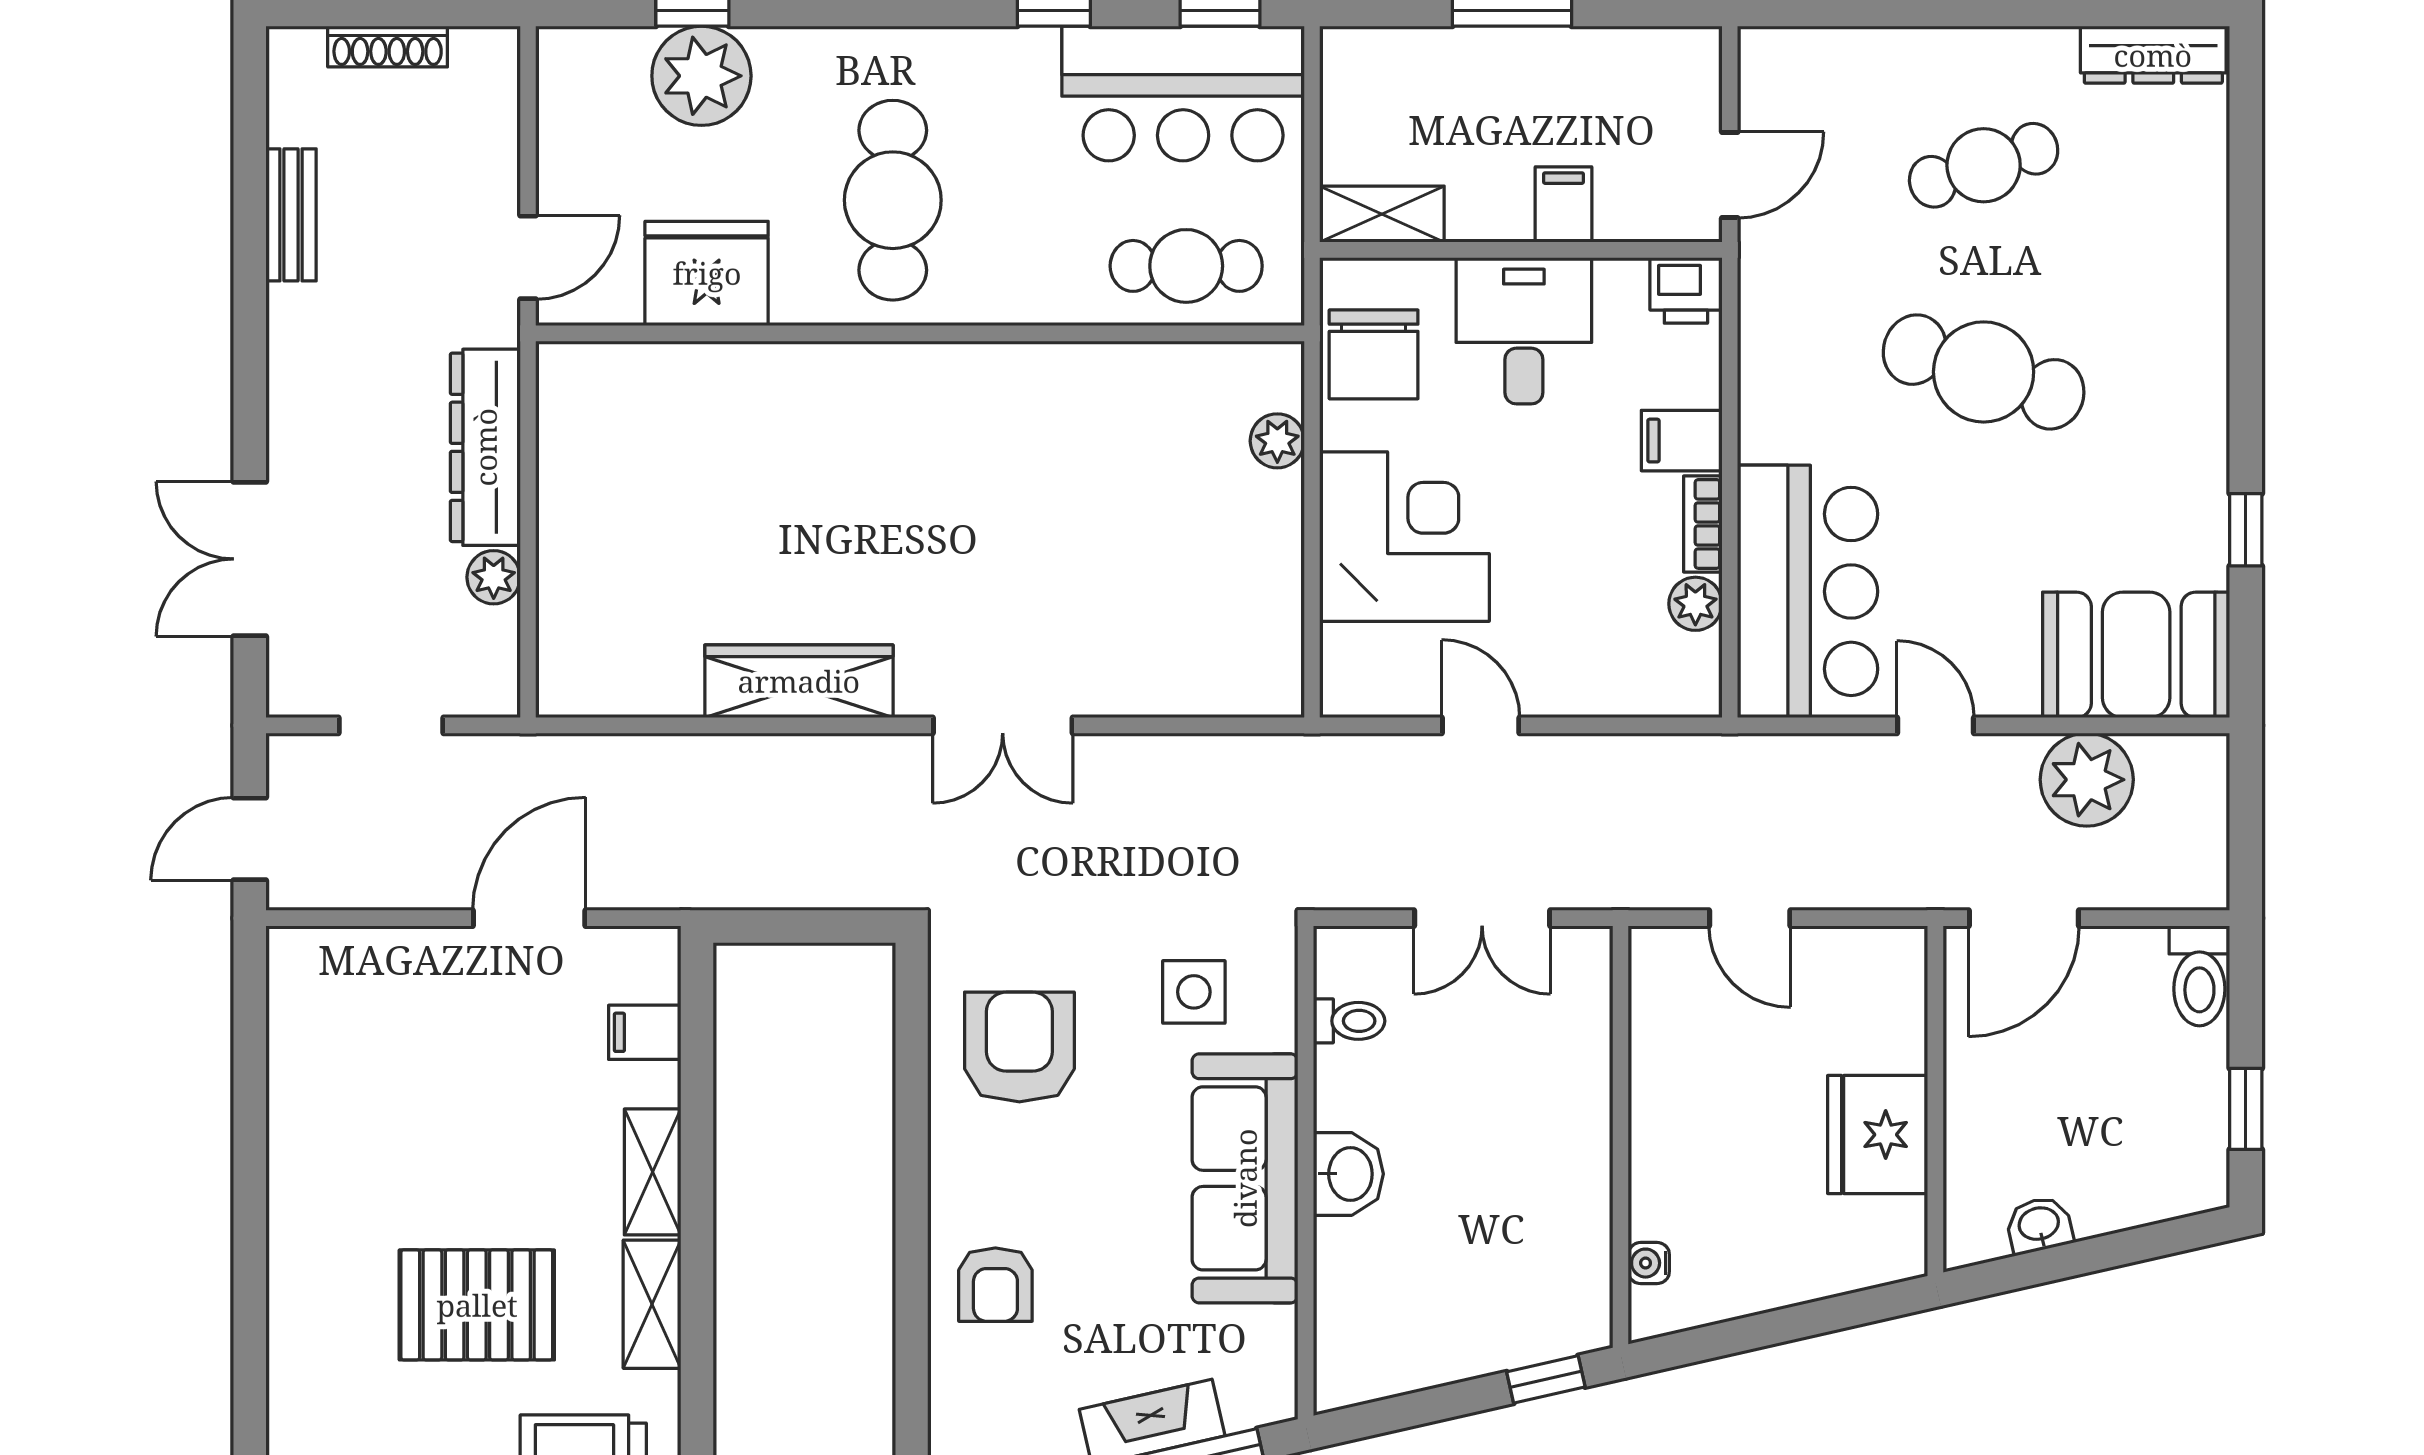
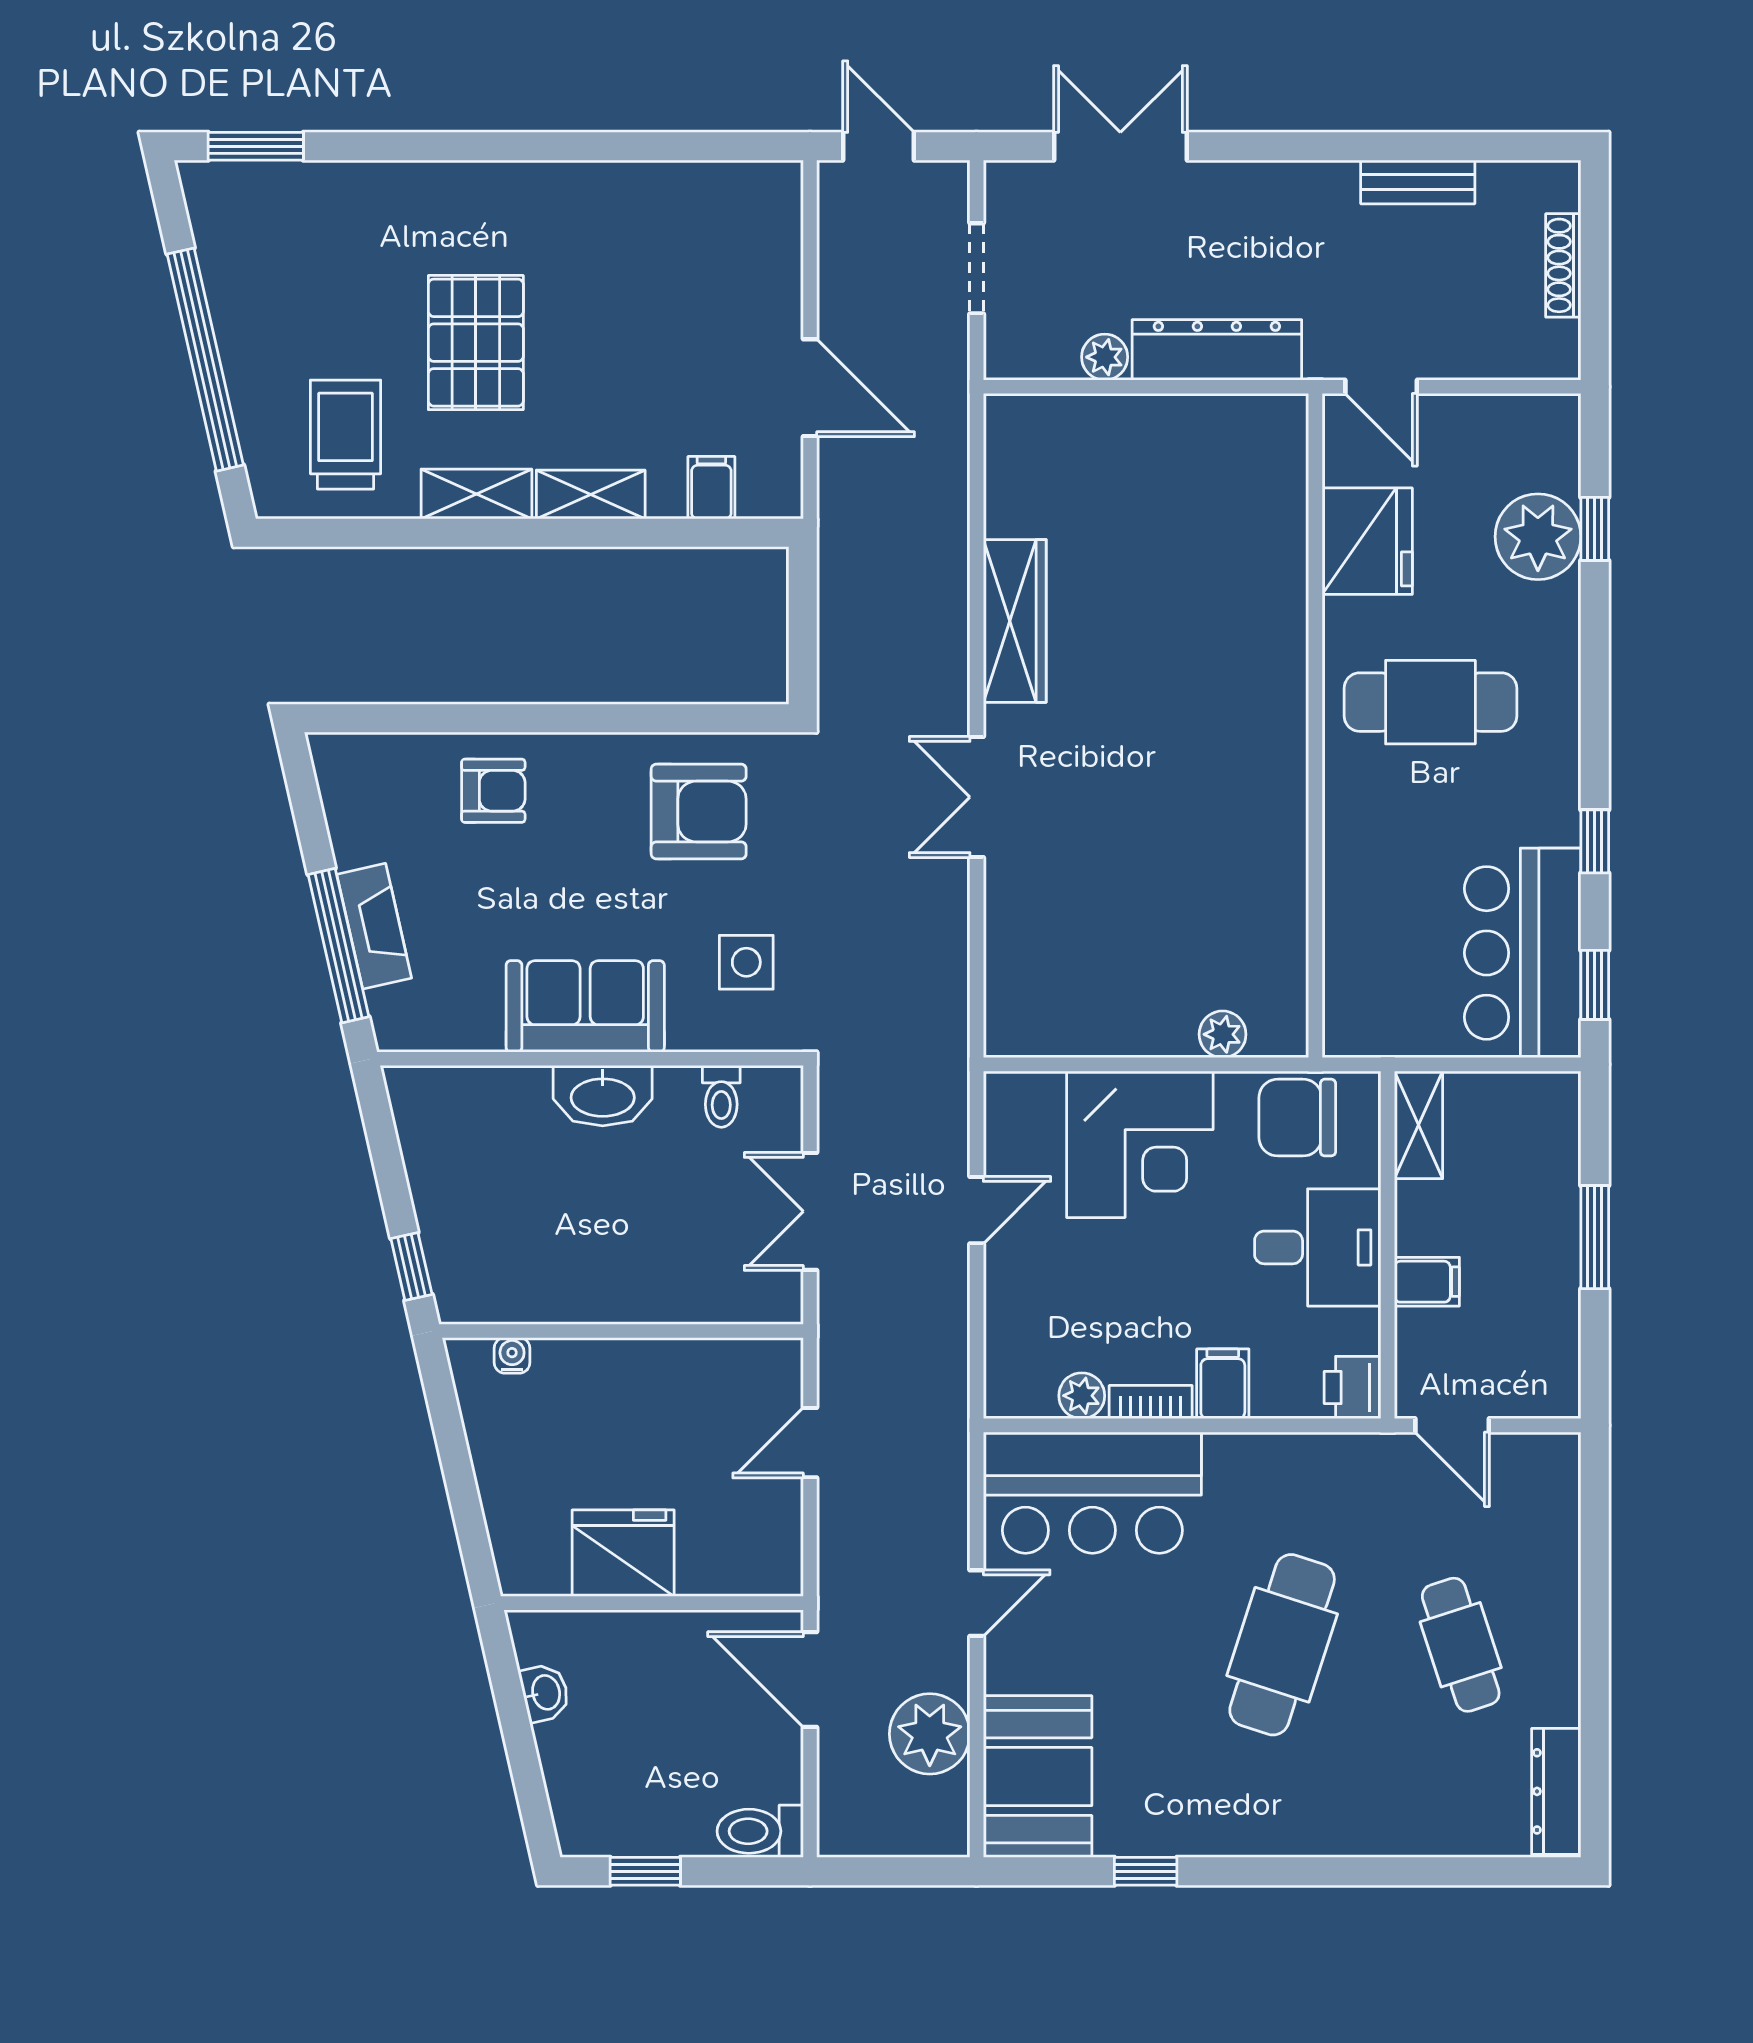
cafe table: (1186, 266) -> (1374, 956), removed
washbasin: (1348, 1174) -> (603, 1096), width x1.38
sofa: (1245, 1178) -> (585, 1006), width x0.73
armchair: (995, 1285) -> (493, 791), turned 180

